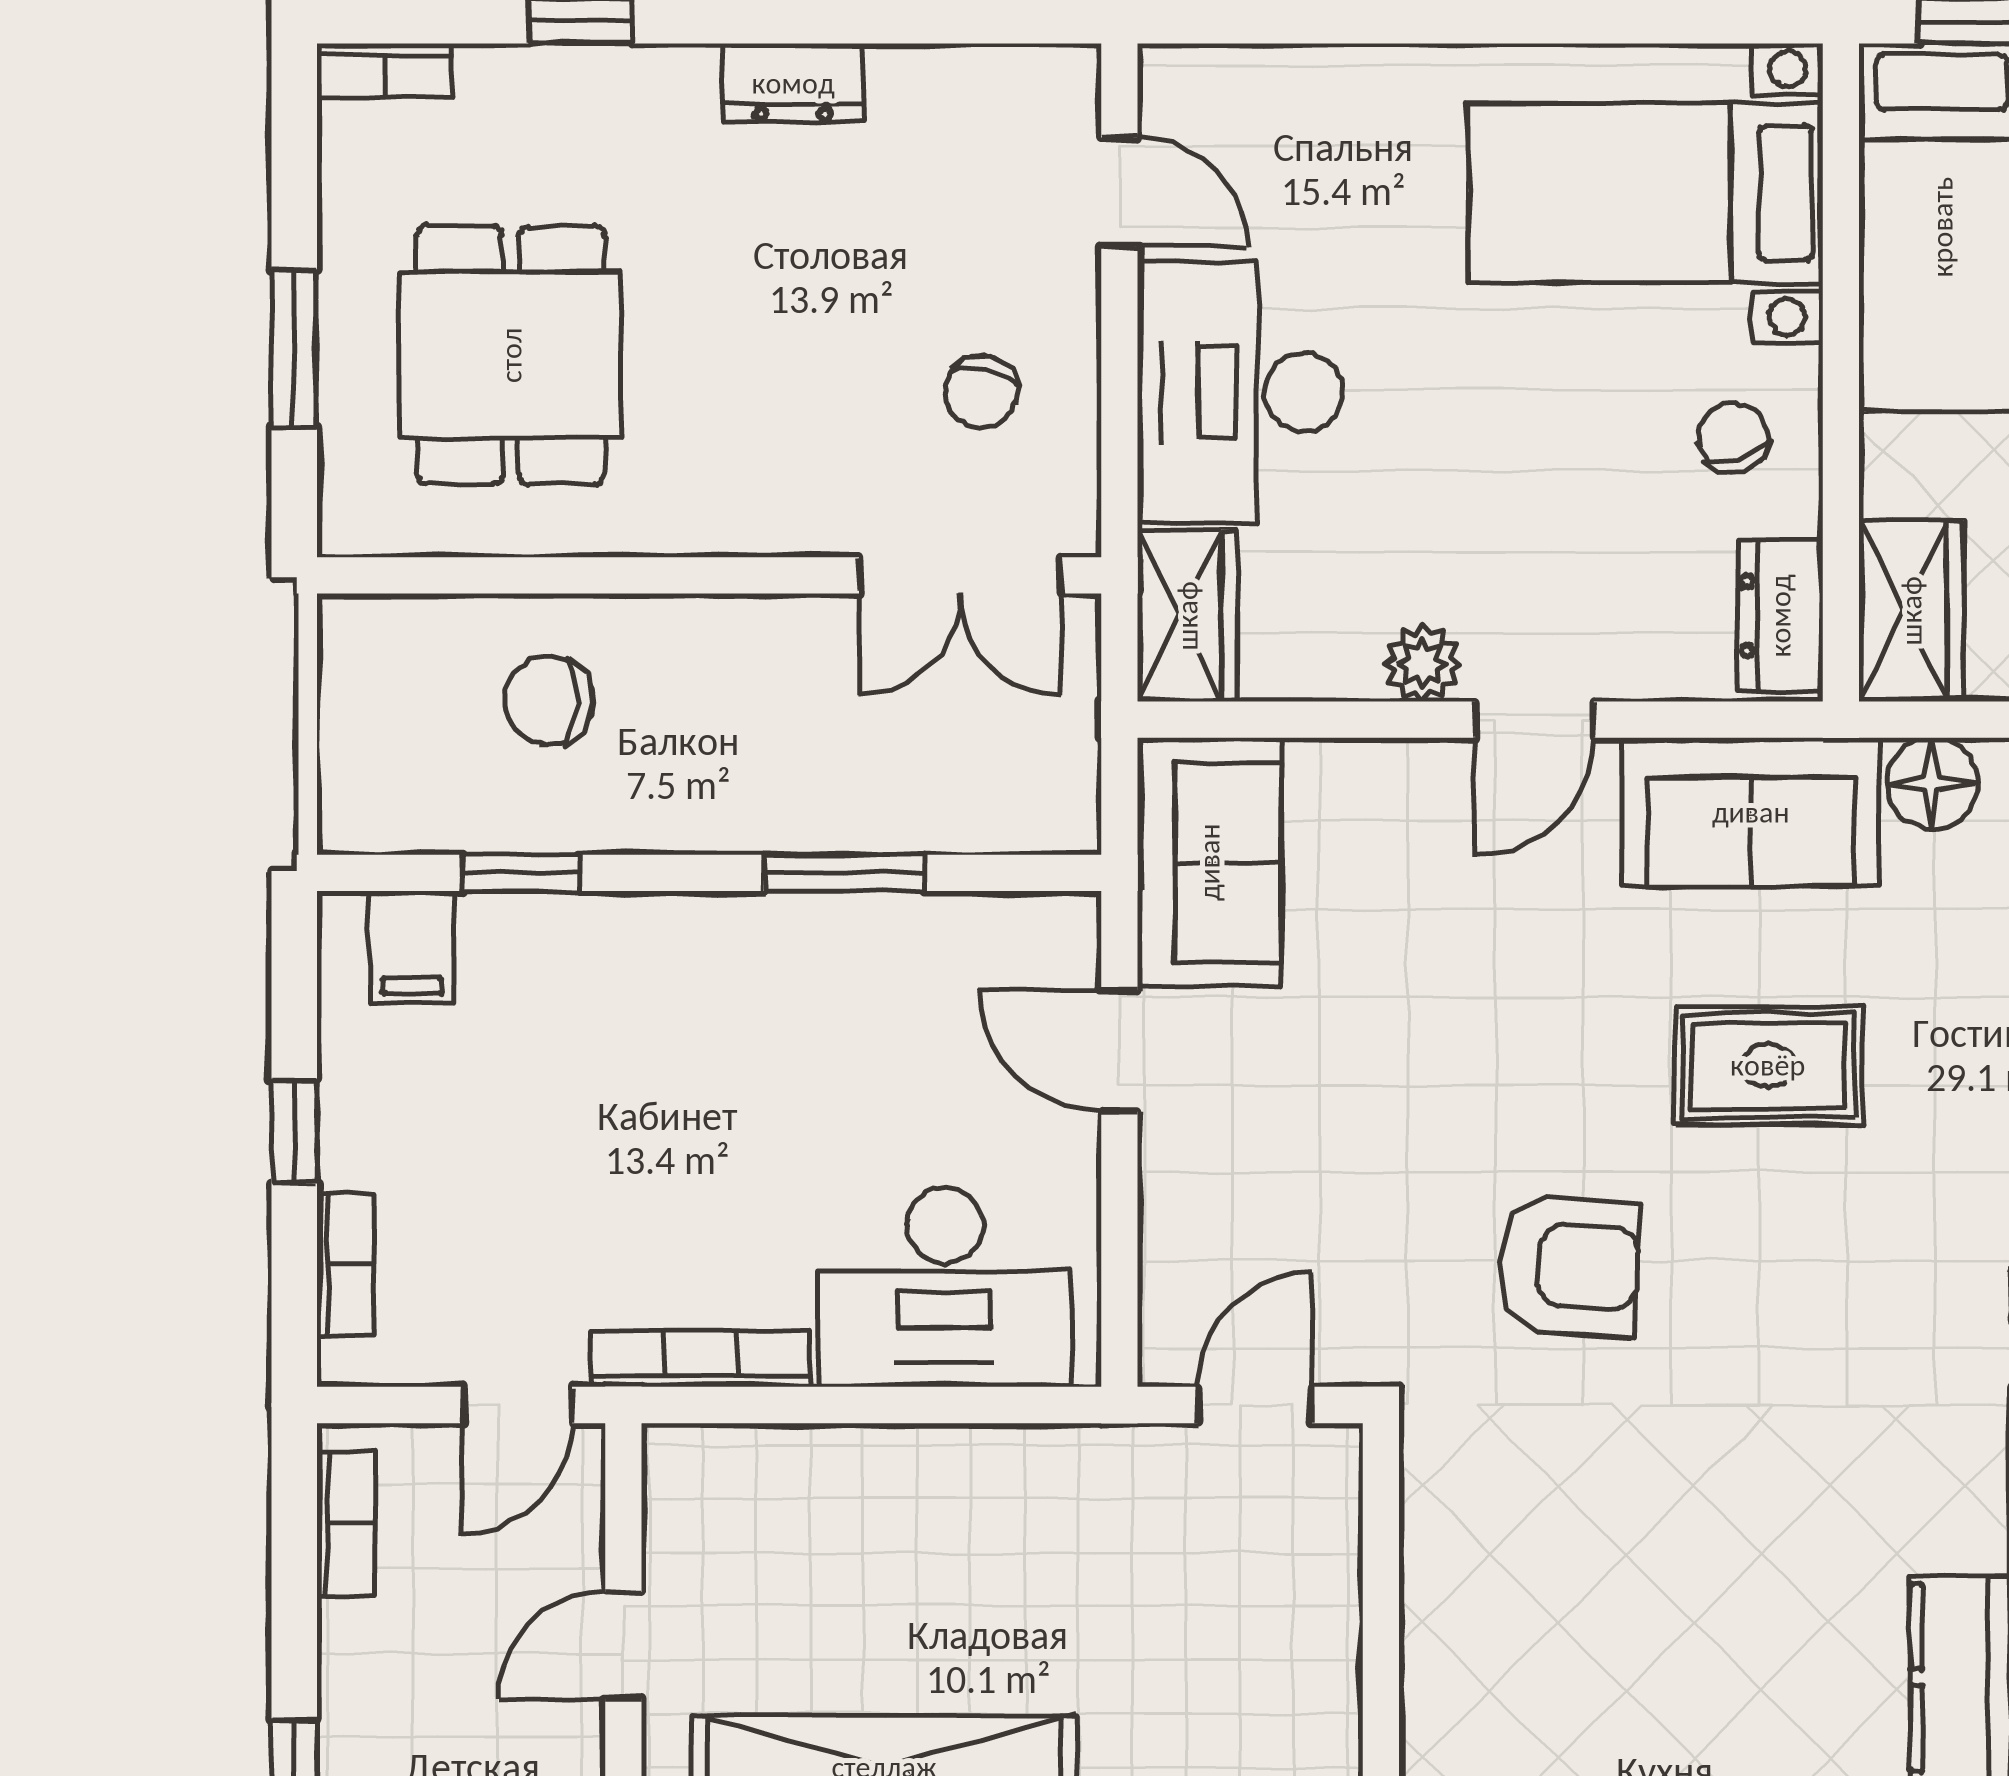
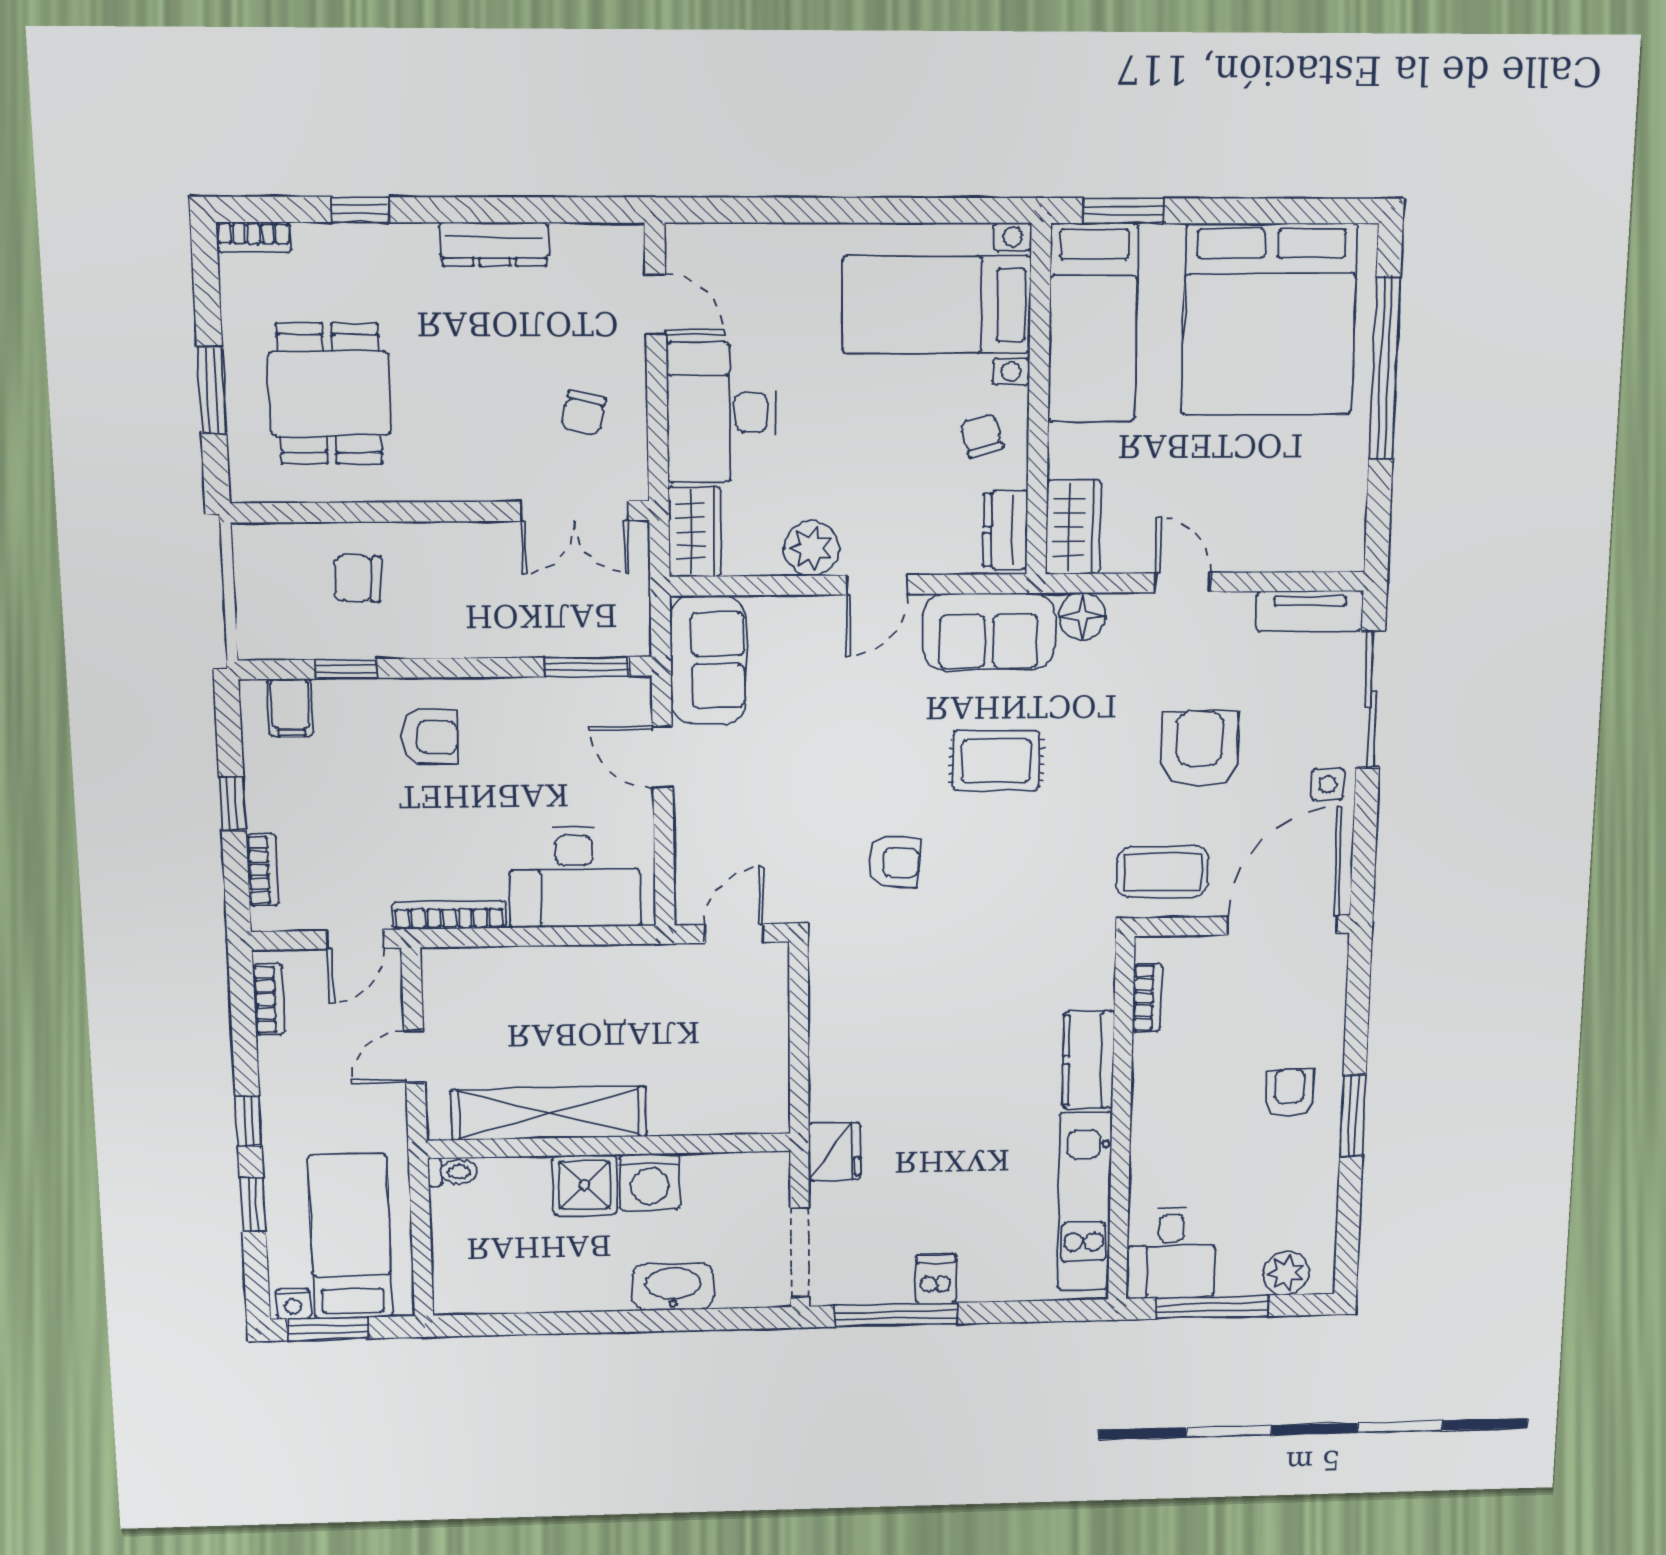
dresser: (793, 83) -> (494, 244), width x1.44
plant: (1423, 664) -> (811, 548), width x1.38, depth x1.38
window: (844, 873) -> (587, 667), moved
armchair: (674, 1006) -> (429, 737), added
armchair: (1569, 1266) -> (894, 862), width x0.72, depth x0.72

